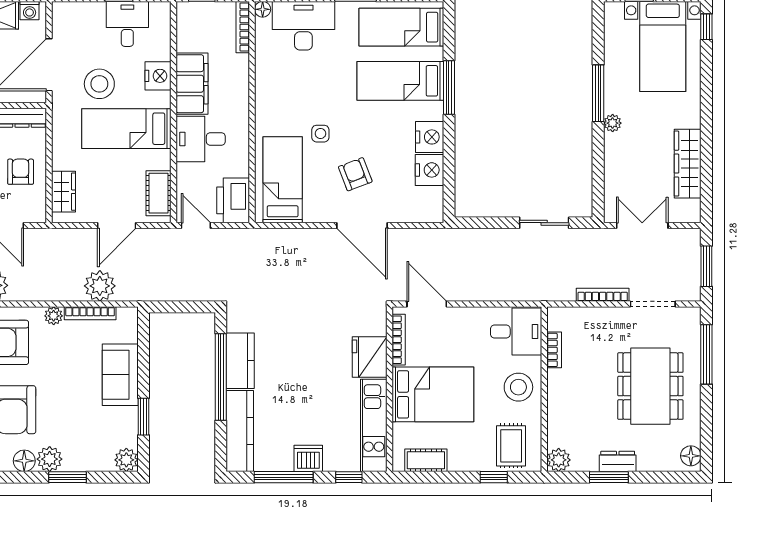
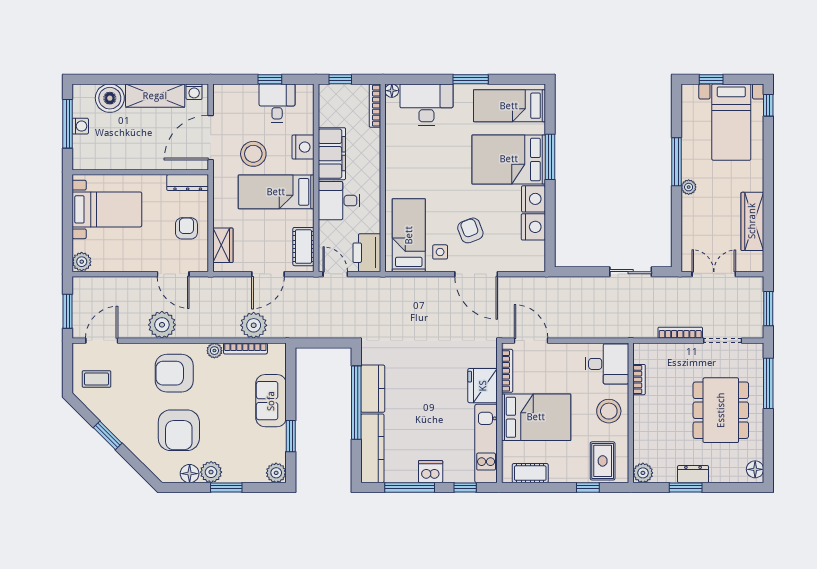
bed: (400, 81) -> (509, 159), width x1.50
side table: (320, 134) -> (440, 252), moved

